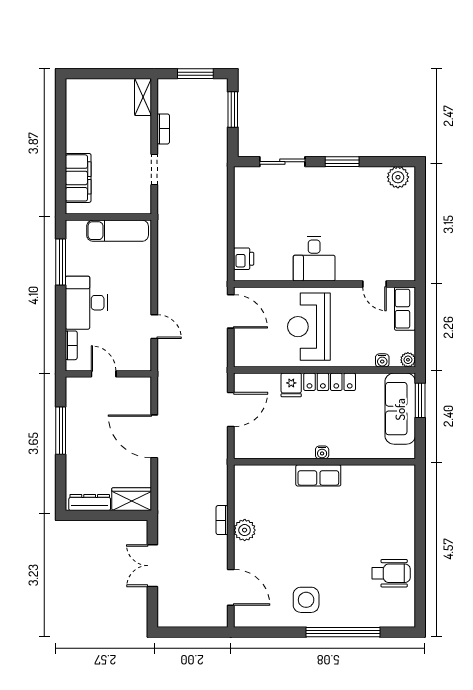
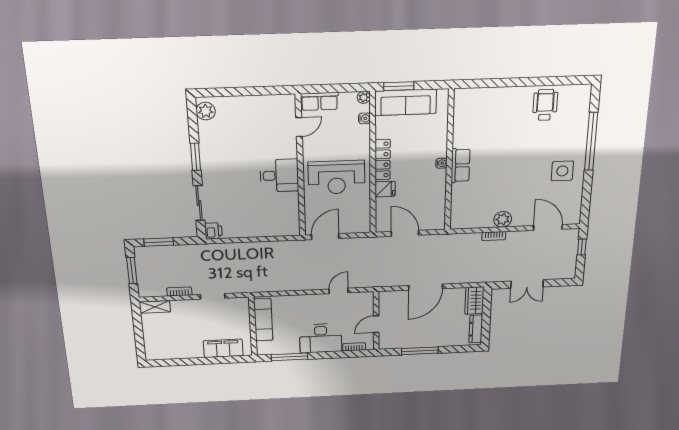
printer: (244, 259) -> (213, 231), moved, turned 90
door: (231, 587) -> (548, 227), hinge flipped
window: (202, 632) -> (582, 247), added

